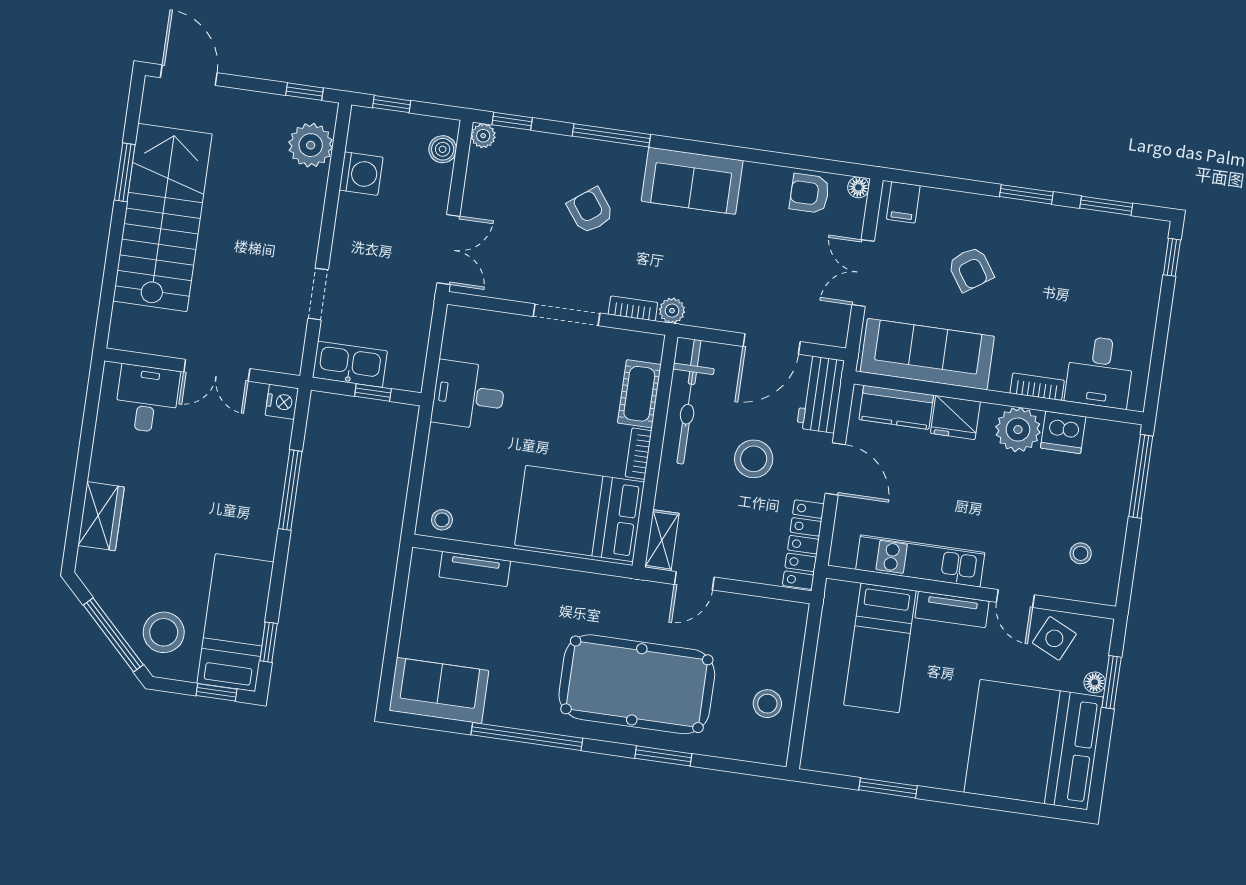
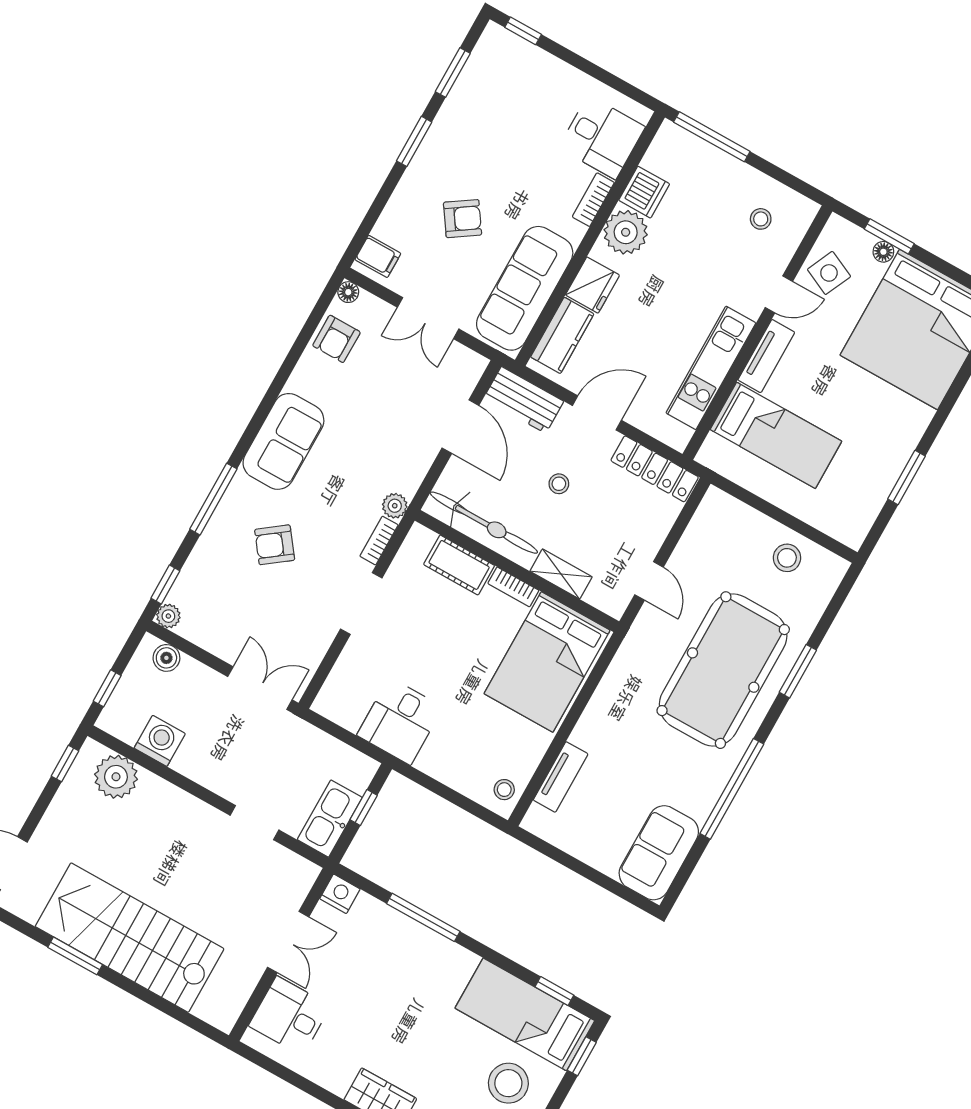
stool: (754, 459) -> (559, 484), width x0.53, depth x0.53
shelving: (662, 540) -> (561, 574), moved

